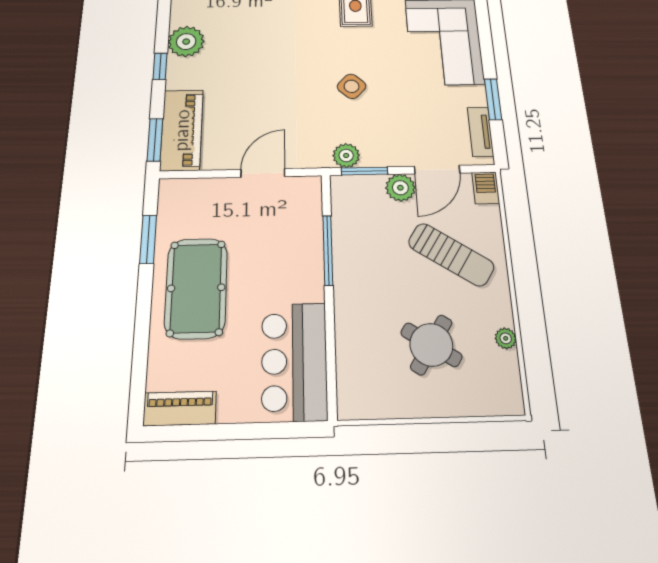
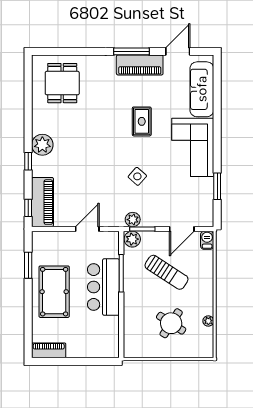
tv unit: (480, 132) -> (208, 206), removed
window: (155, 140) -> (28, 208), width x0.67
plant: (400, 188) -> (132, 239), moved
sun lounger: (451, 254) -> (167, 272), moved
bar counter: (294, 361) -> (103, 287), moved

